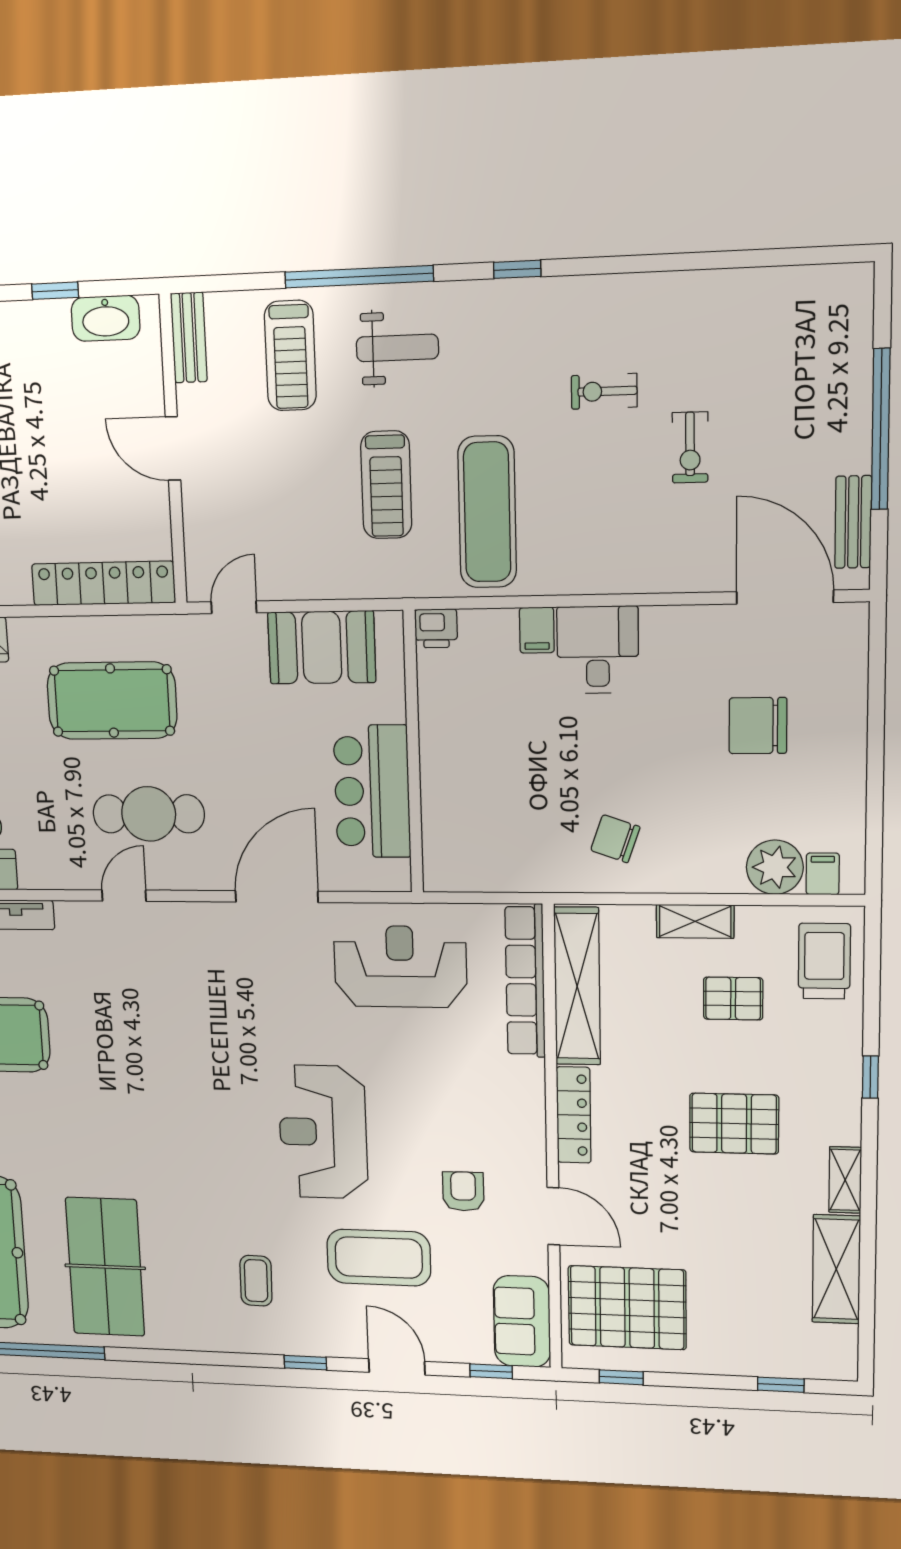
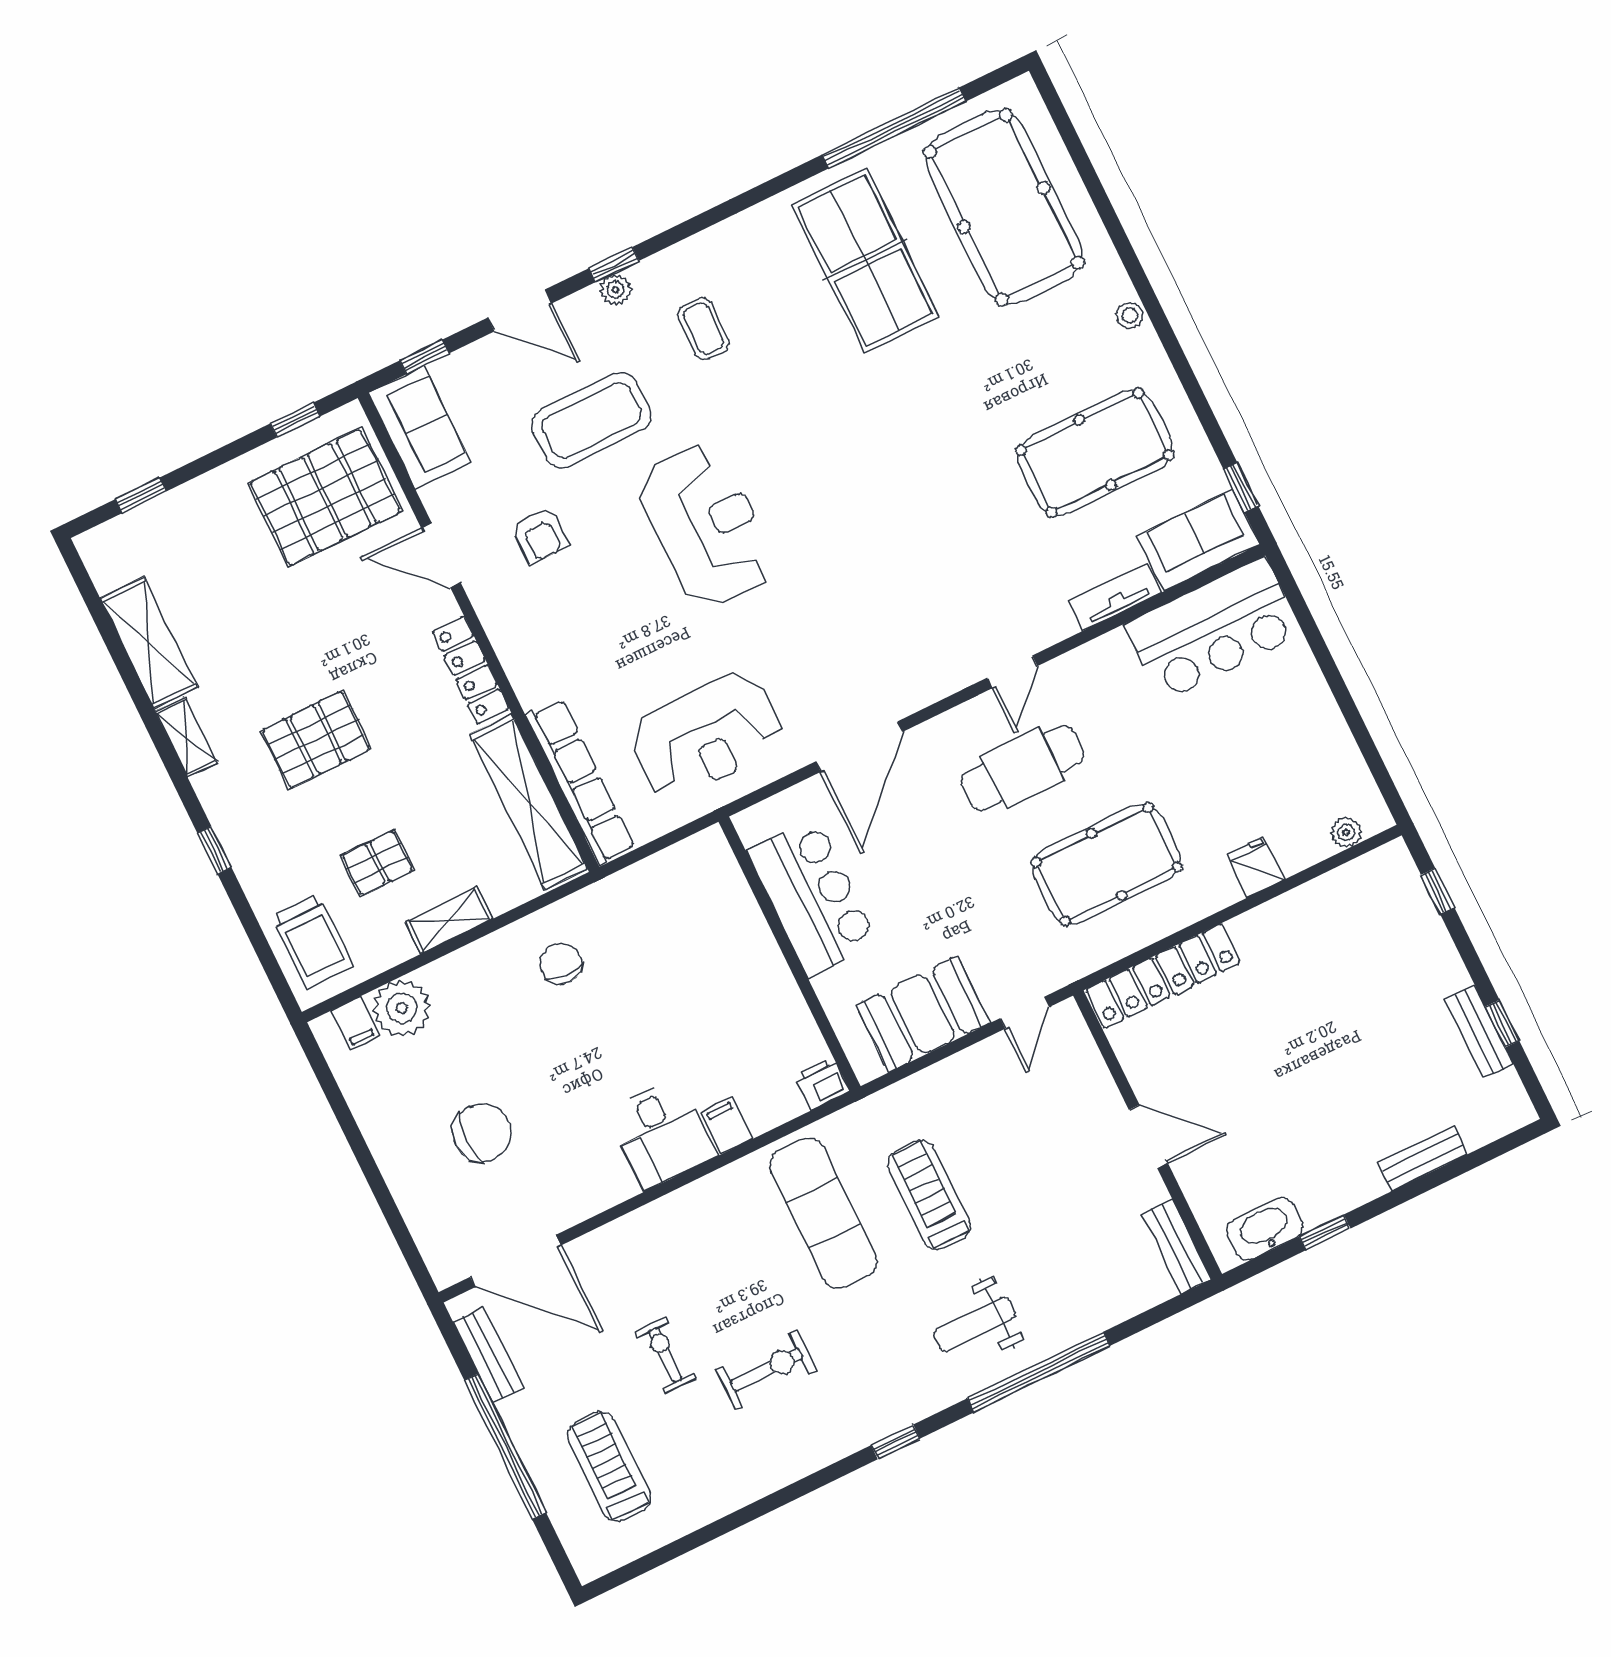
treadmill: (290, 356) -> (609, 1467), moved
exercise bike: (604, 391) -> (767, 1370), width x1.38, depth x1.39
chair: (615, 839) -> (561, 963), turned -109
plant: (313, 1344) -> (615, 290), added

